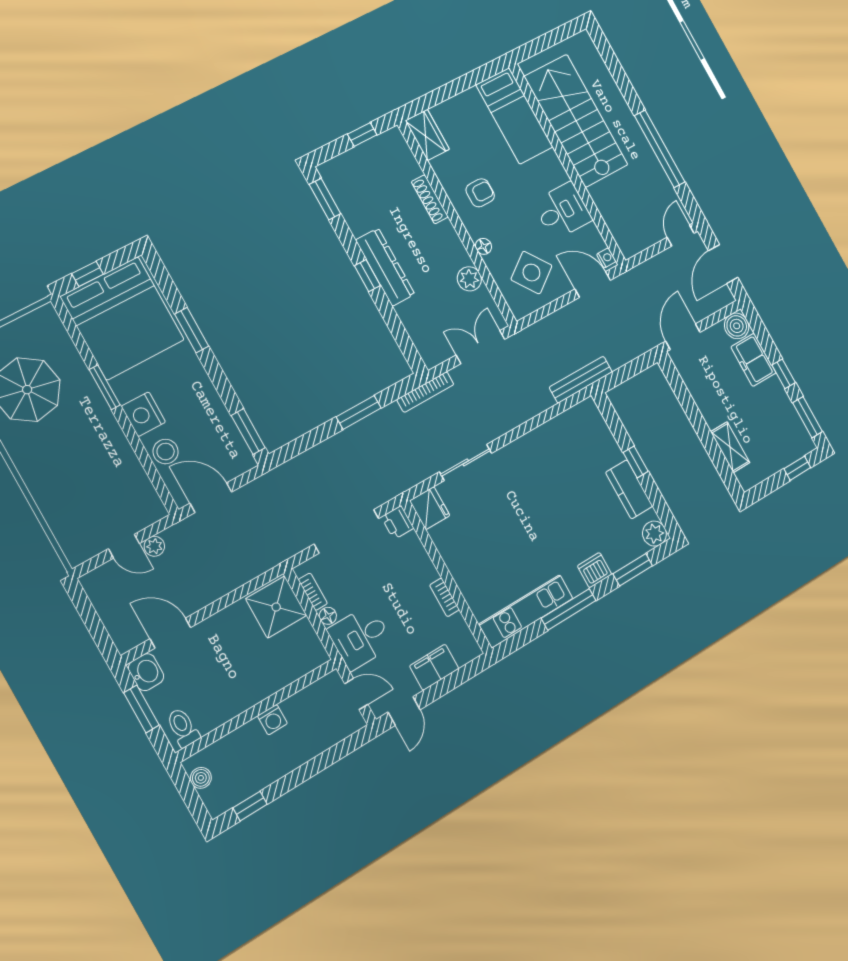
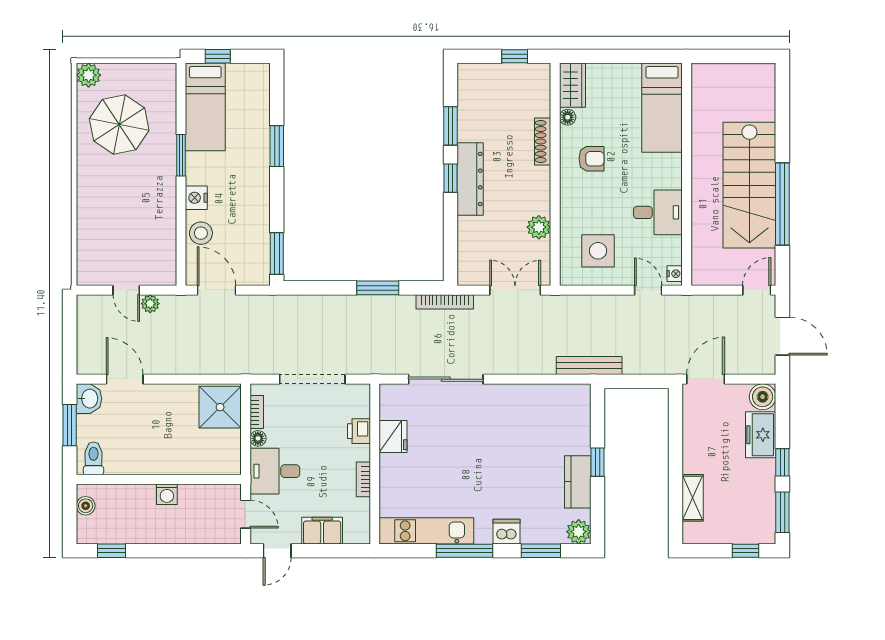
stairs: (576, 121) -> (749, 185), moved, turned 180
window: (325, 199) -> (451, 126), moved
floor lamp: (483, 246) -> (568, 117), moved
door: (723, 264) -> (782, 336), swing flipped
side table: (531, 273) -> (598, 251), turned 36
door: (593, 285) -> (648, 290), width x0.73
bed: (122, 318) -> (205, 107), width x0.49
nightstand: (143, 414) -> (196, 198), width x0.74, depth x0.75
sliding door: (466, 462) -> (446, 379), width x1.37
fridge: (430, 508) -> (393, 437), moved
printer: (398, 523) -> (359, 431), moved

